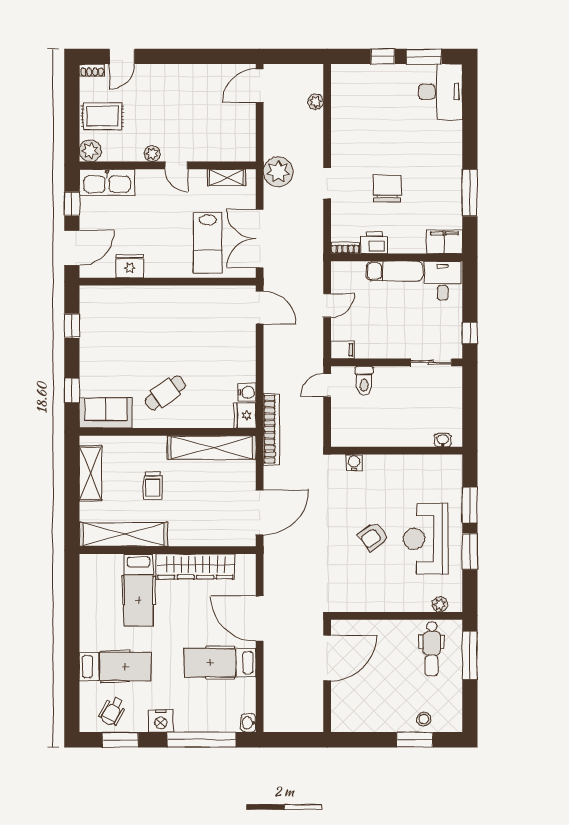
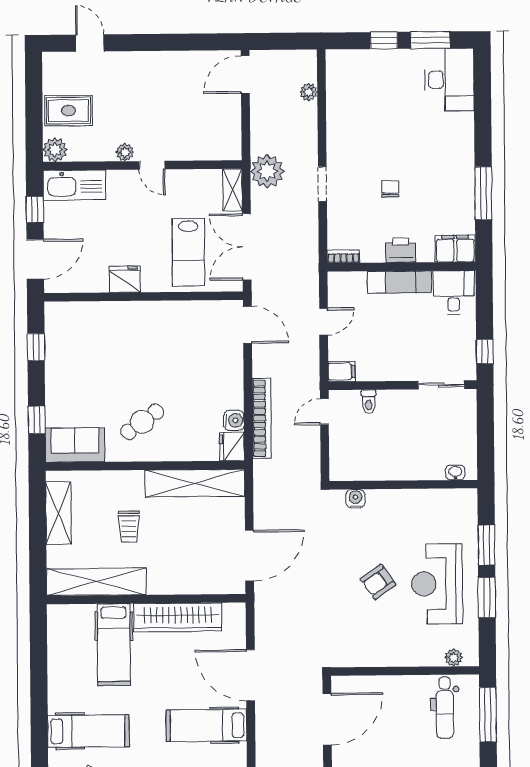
door: (122, 56) -> (90, 43), swing flipped
shoe rack: (92, 70) -> (56, 59), removed
shelving: (226, 178) -> (233, 190), moved, turned 90
chair: (387, 188) -> (390, 189), width x0.54, depth x0.54
printer: (374, 243) -> (401, 250), moved
fridge: (130, 266) -> (125, 279), moved
toilet: (364, 381) -> (369, 402), width x0.73, depth x0.72
bookcase: (271, 429) -> (262, 418), moved

